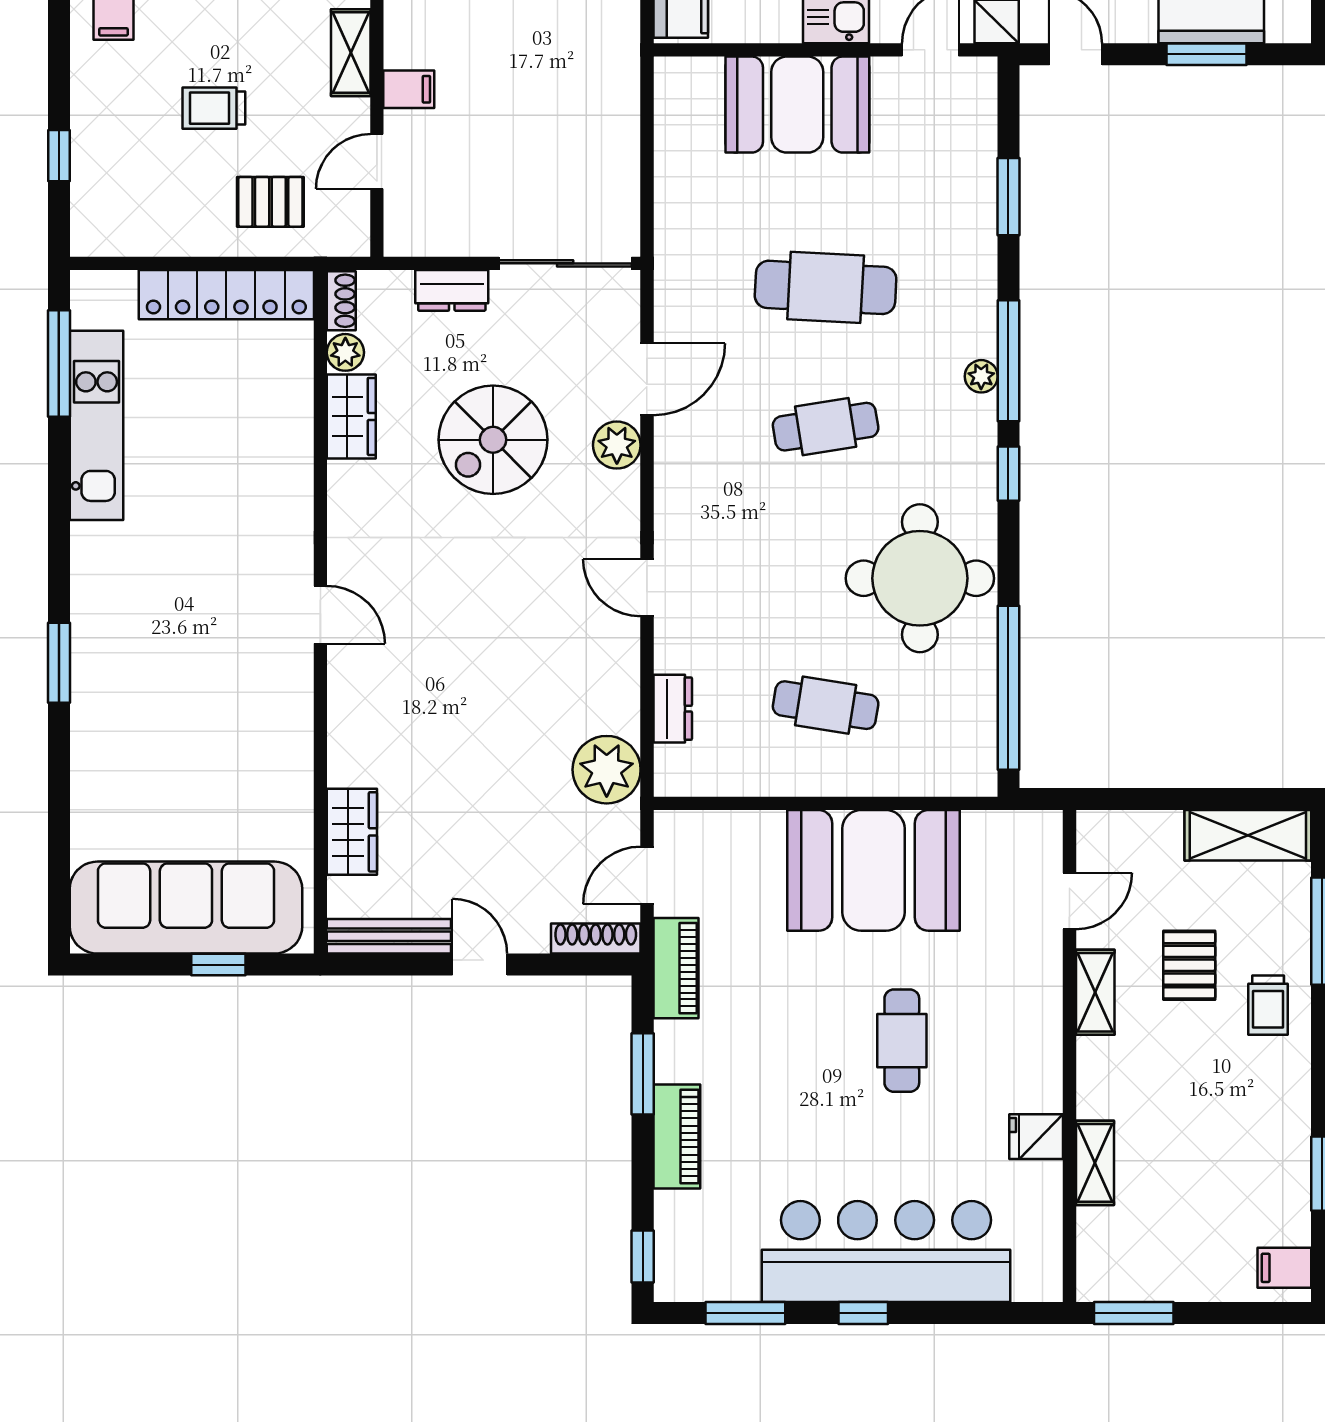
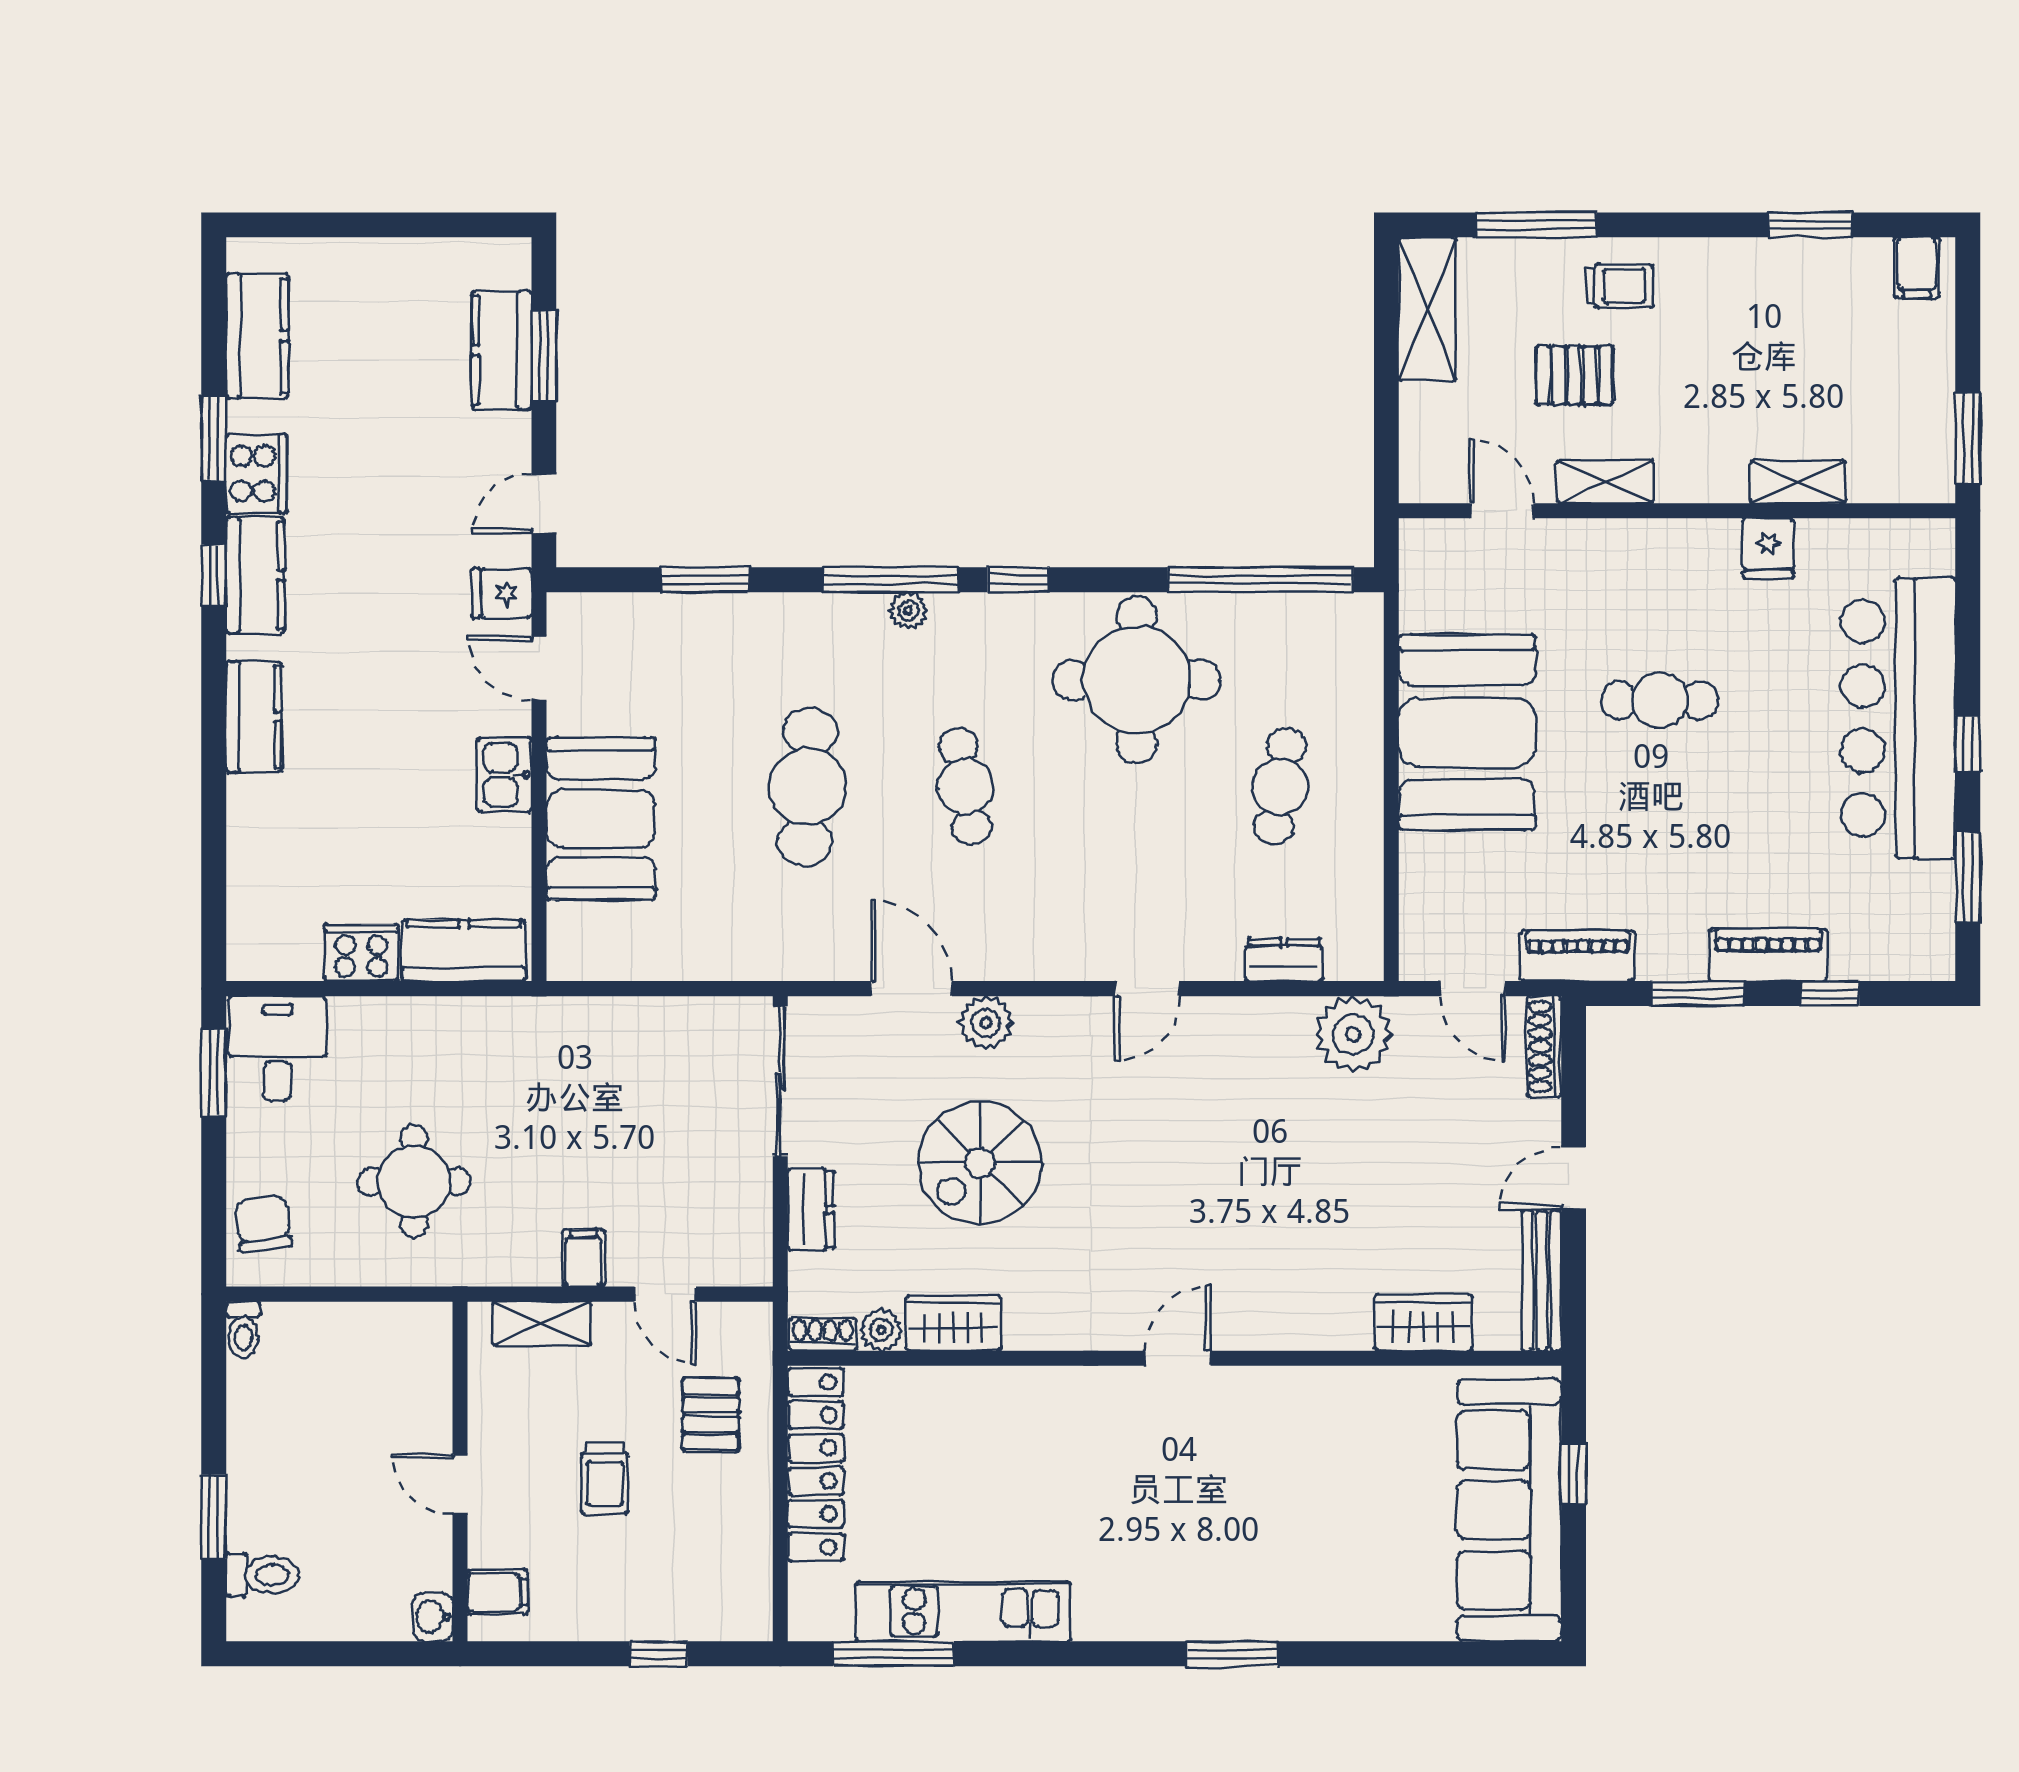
spiral stairs: (493, 440) -> (980, 1163), turned 90
window: (643, 1257) -> (1830, 994), moved

